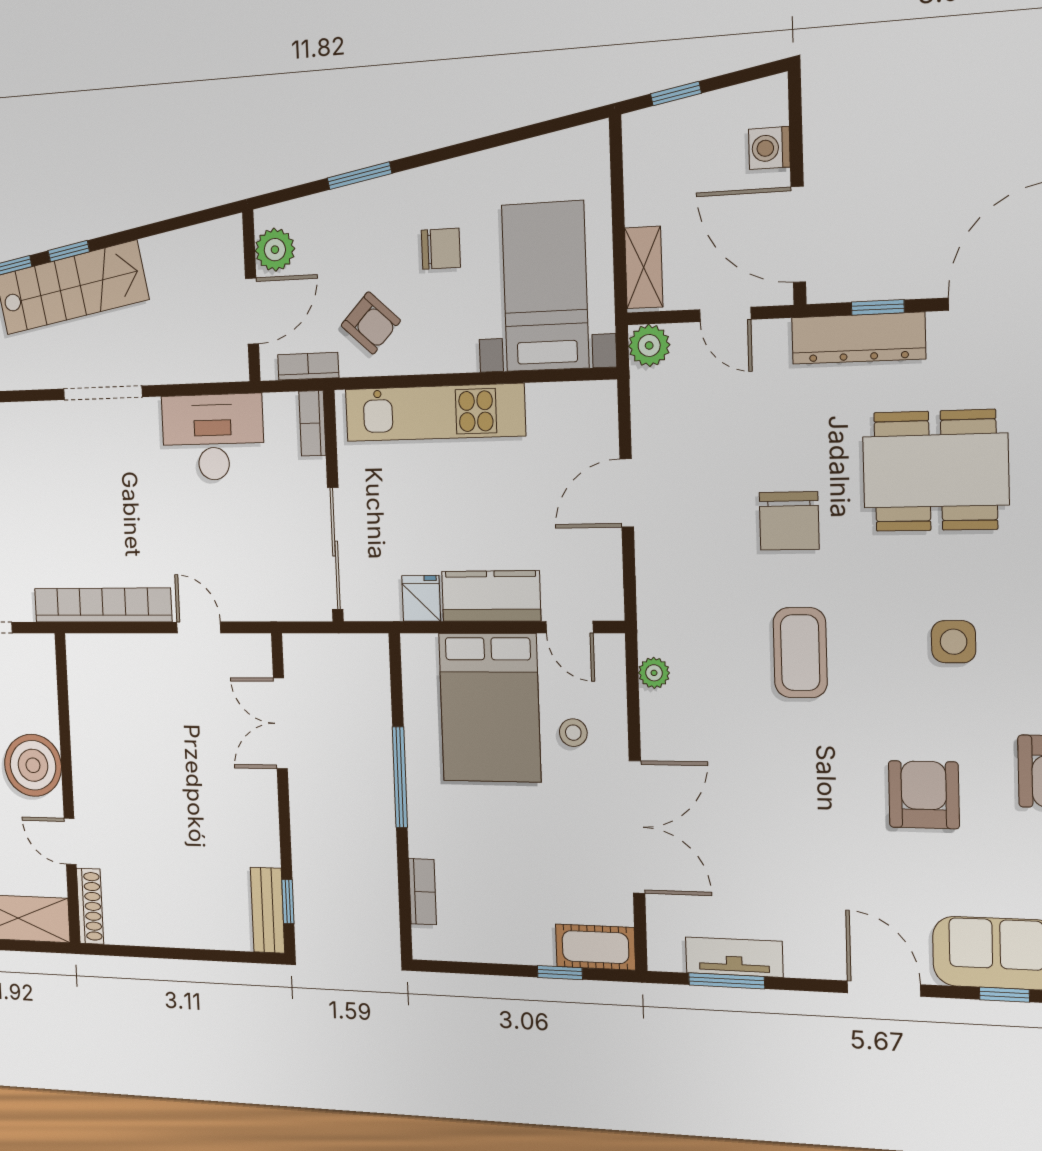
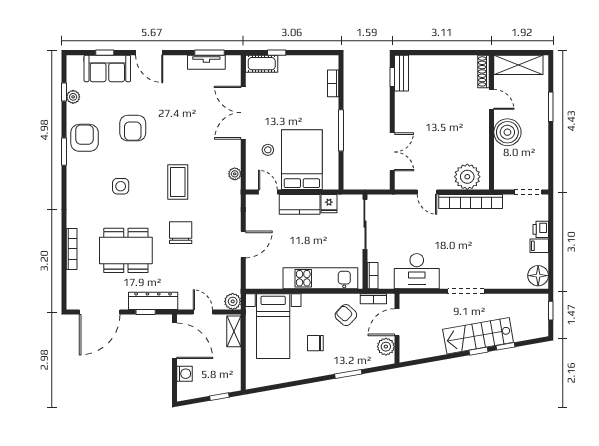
plant: (113, 663) -> (467, 177), added

